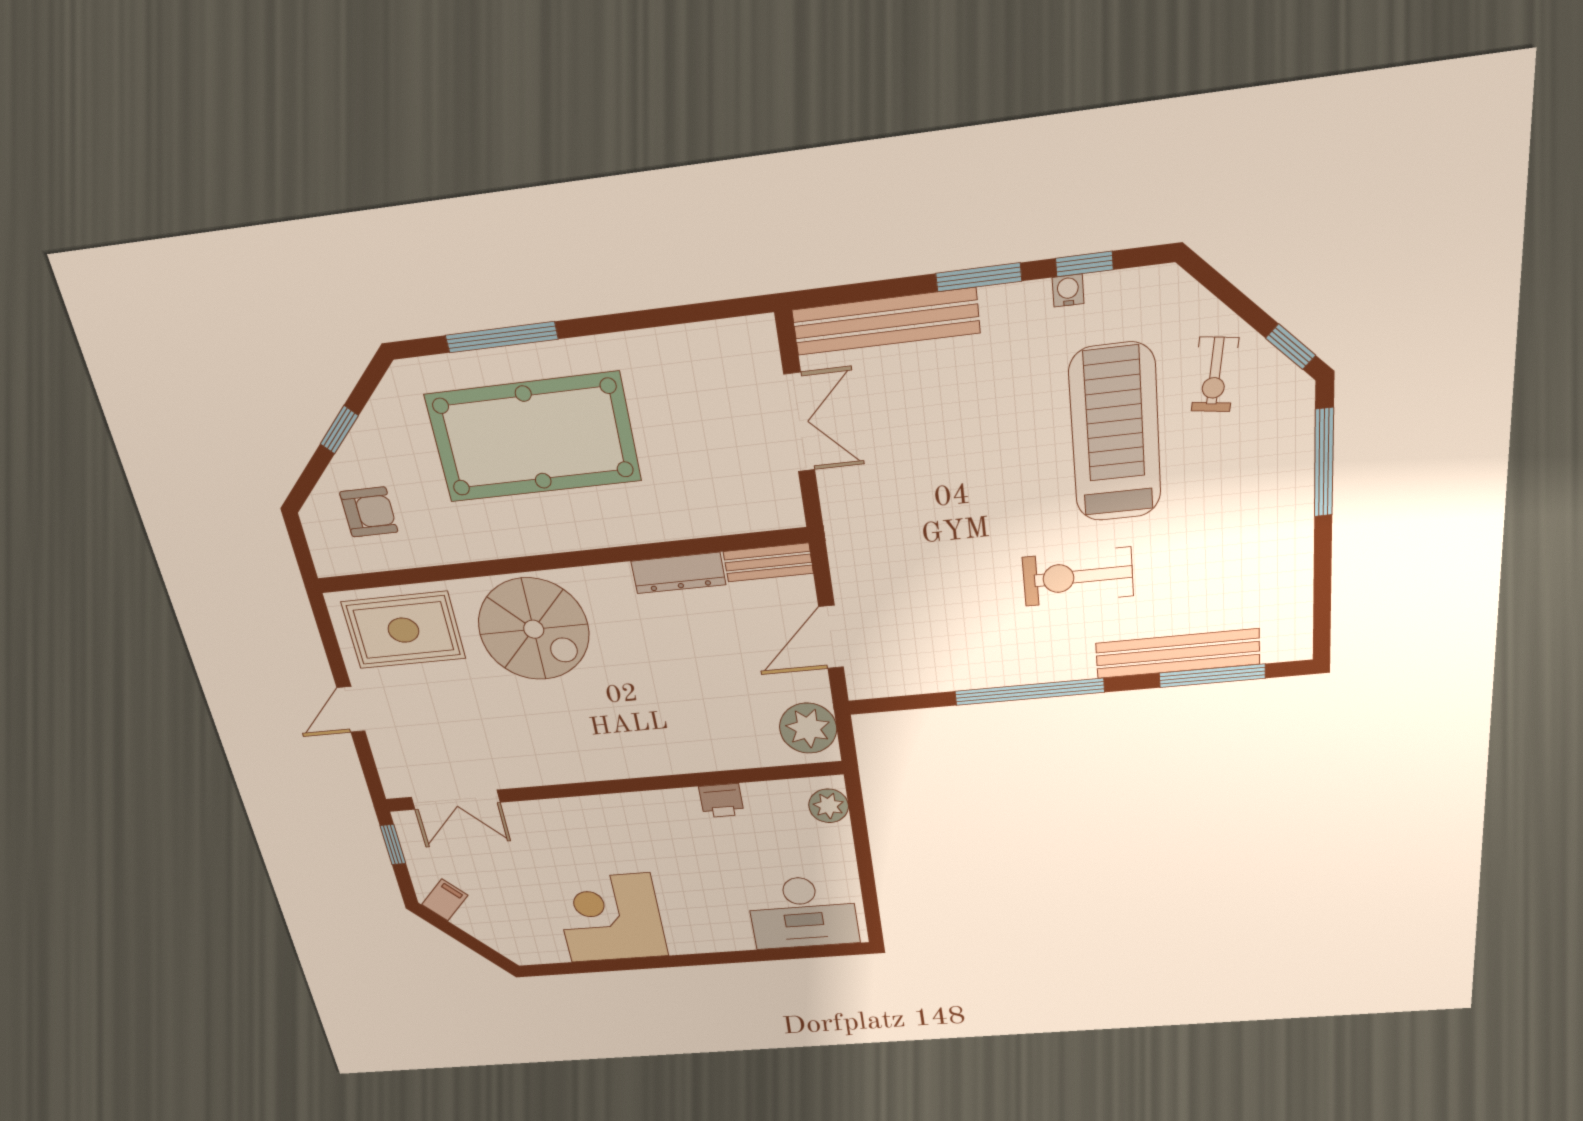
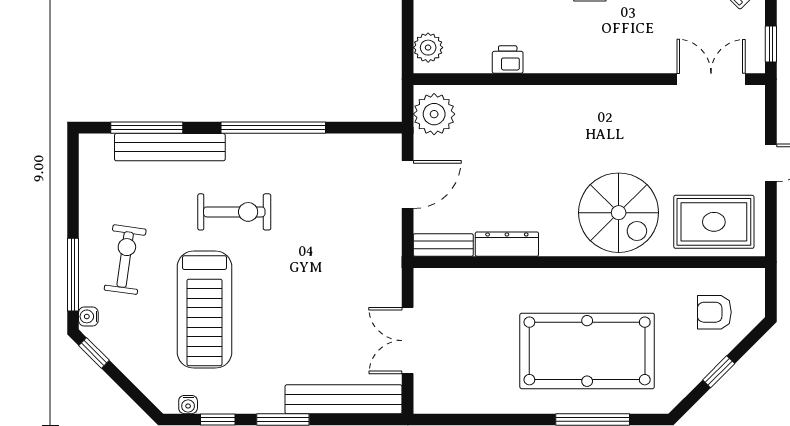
water cooler: (1068, 291) -> (188, 405), moved
exercise bike: (1215, 375) -> (125, 260), moved, width x1.38, depth x1.39
water cooler: (1300, 402) -> (88, 316), added
spiral stairs: (534, 629) -> (619, 213), turned 180

